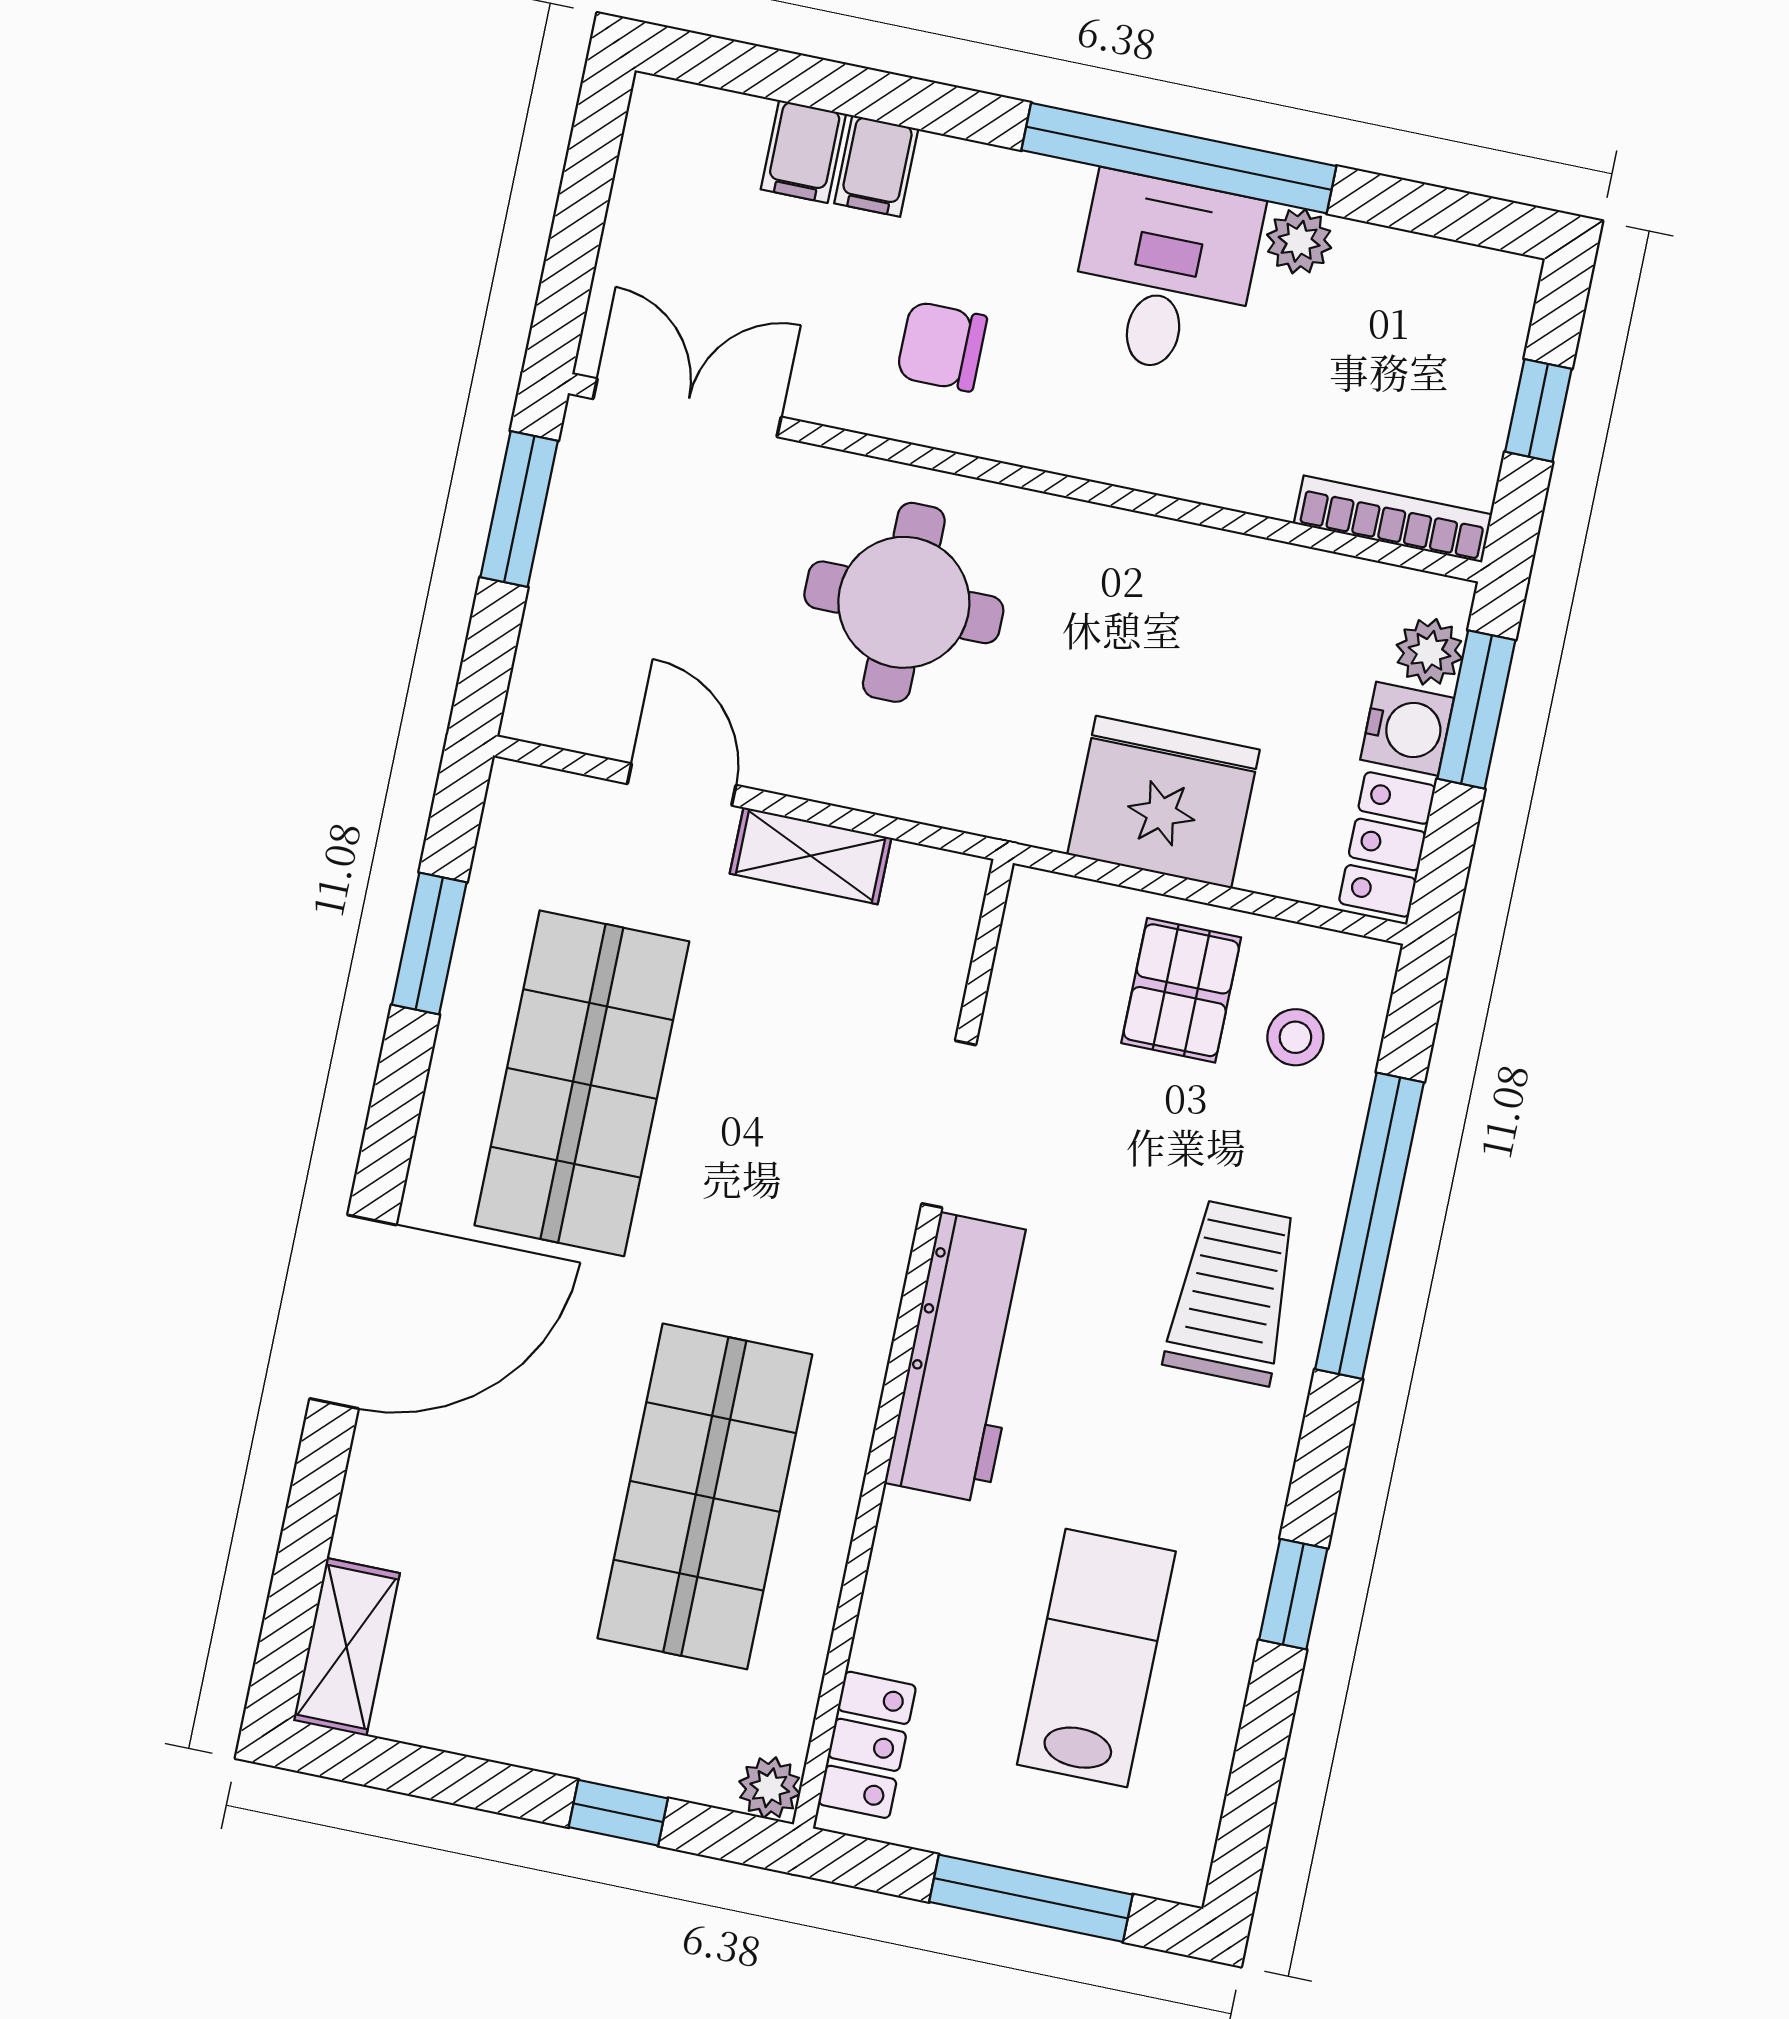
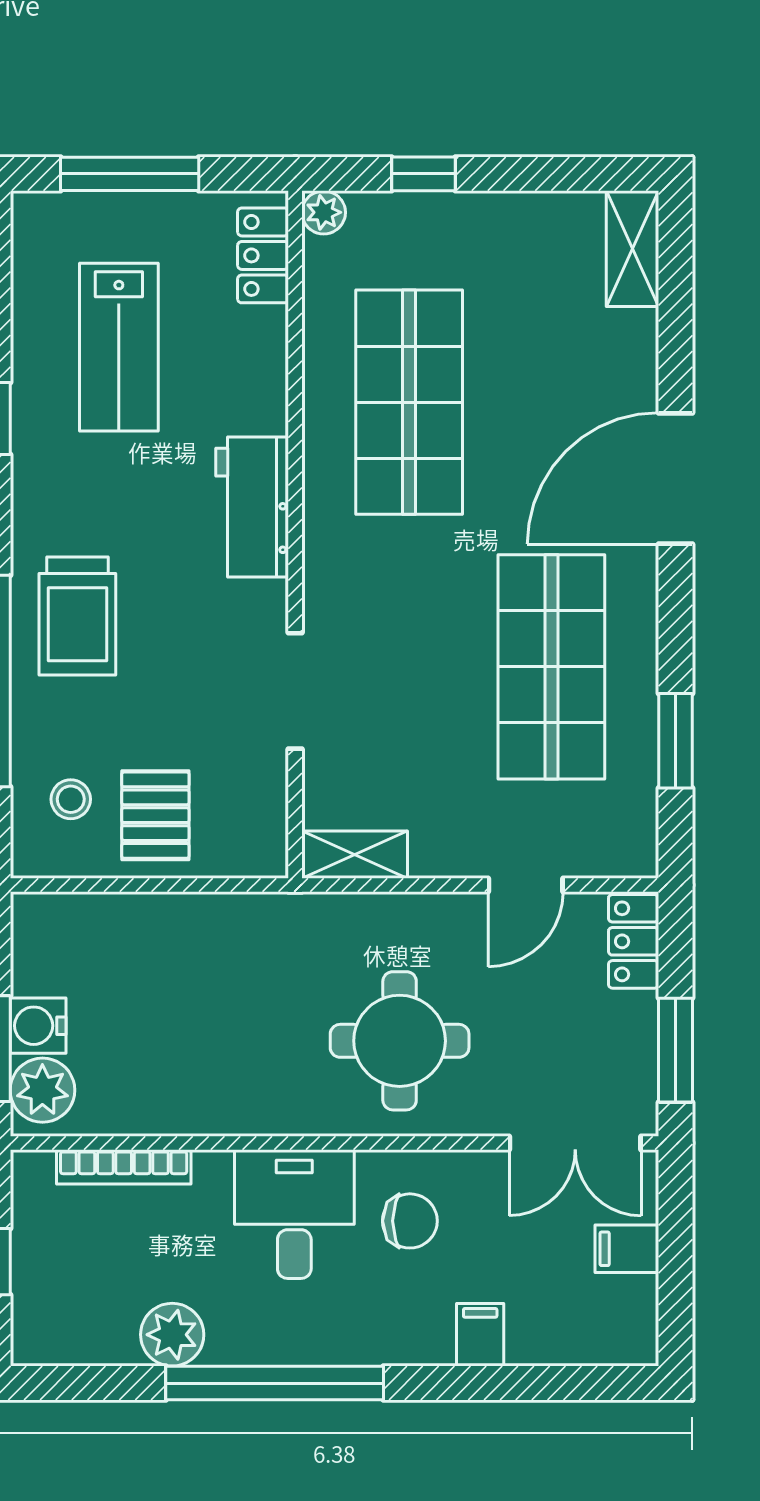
filing cabinet: (803, 152) -> (627, 1249), moved, turned -90
plant: (1299, 241) -> (172, 1335), width x1.38, depth x1.38
desk: (1165, 274) -> (294, 1214), moved, turned 180
bookcase: (1393, 519) -> (124, 1167), moved
plant: (1429, 652) -> (42, 1090), width x1.38, depth x1.38
door: (682, 784) -> (526, 885), hinge flipped
fridge: (1164, 802) -> (194, 941), removed
locker: (1387, 844) -> (634, 941), moved, turned 180
shelving: (811, 856) -> (355, 855), moved
workbench: (963, 1358) -> (252, 507), width x0.73

